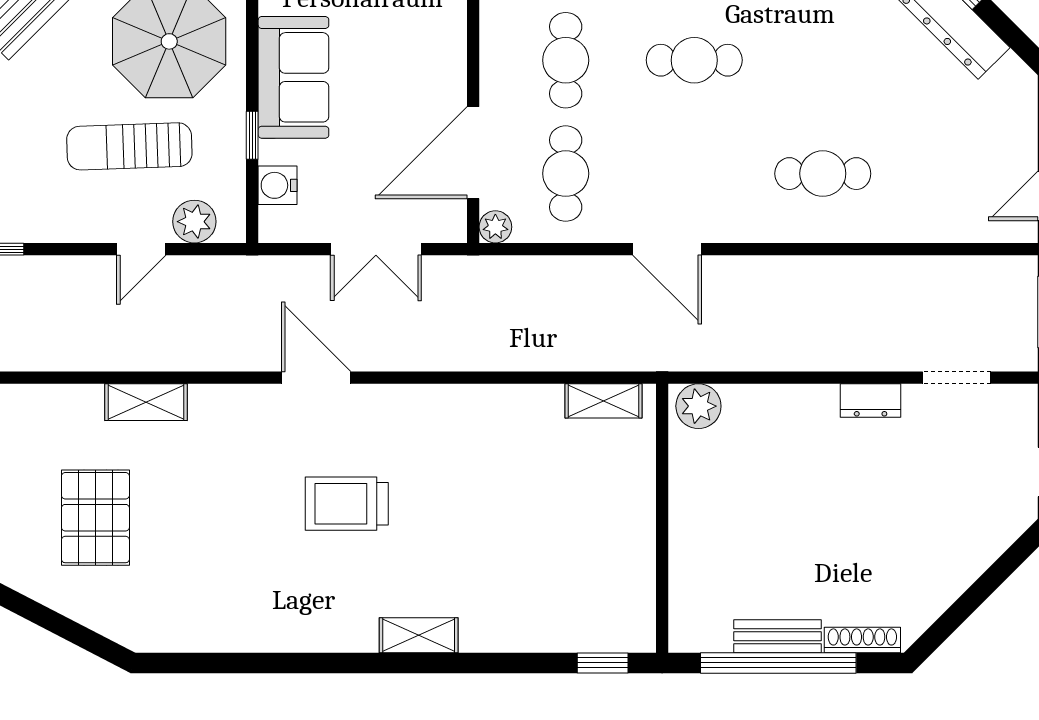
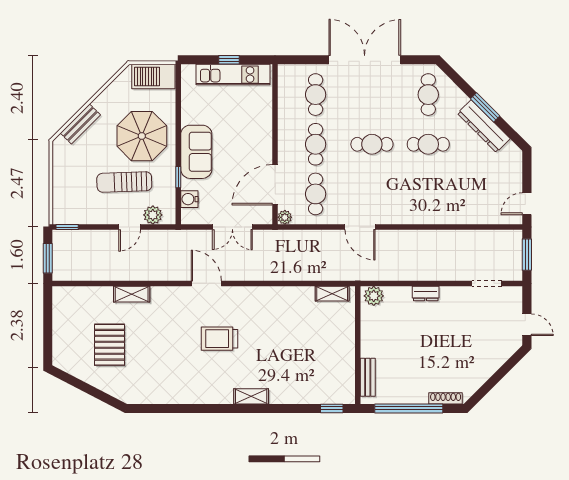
cafe table: (823, 174) -> (428, 144), moved
dresser: (871, 401) -> (426, 293), moved
bench: (778, 636) -> (368, 377), moved, turned 90

